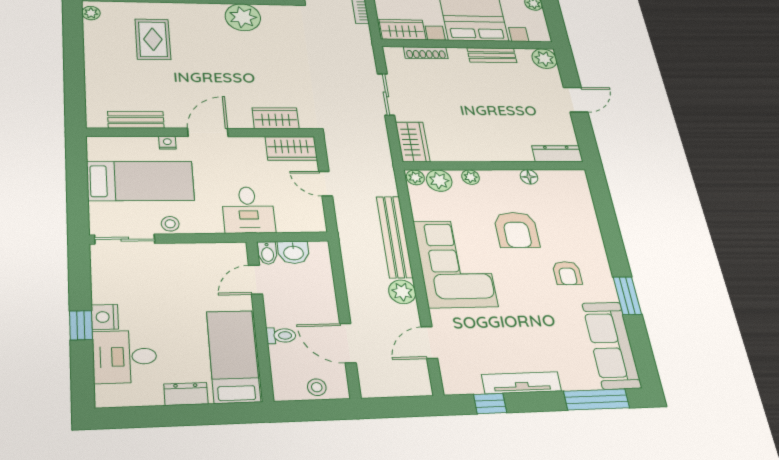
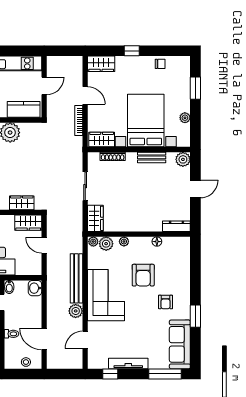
washbasin: (293, 252) -> (35, 288), moved, turned 90

